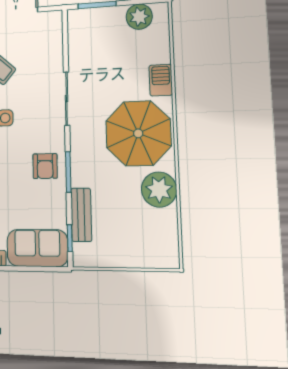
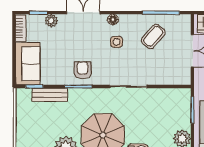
armchair: (45, 166) -> (83, 70), turned 90

